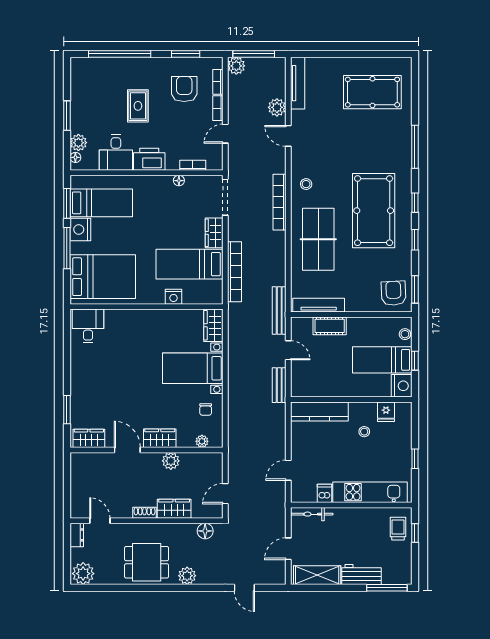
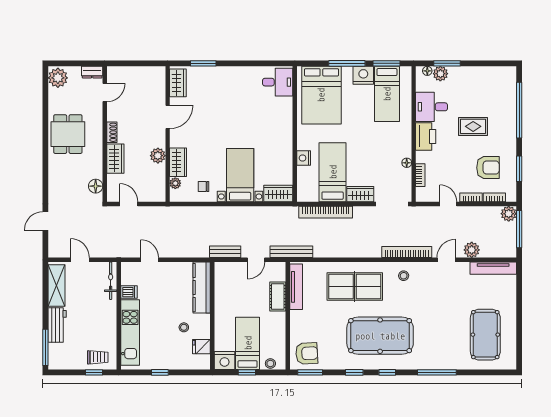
window: (67, 116) -> (447, 63), moved
bookcase: (279, 202) -> (407, 252), moved
wardrobe: (160, 438) -> (178, 162), moved
plant: (187, 576) -> (56, 170), removed

